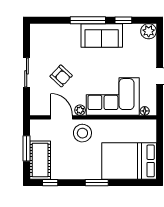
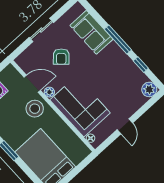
sofa: (102, 35) -> (91, 32), moved
door: (62, 117) -> (32, 84), hinge flipped

